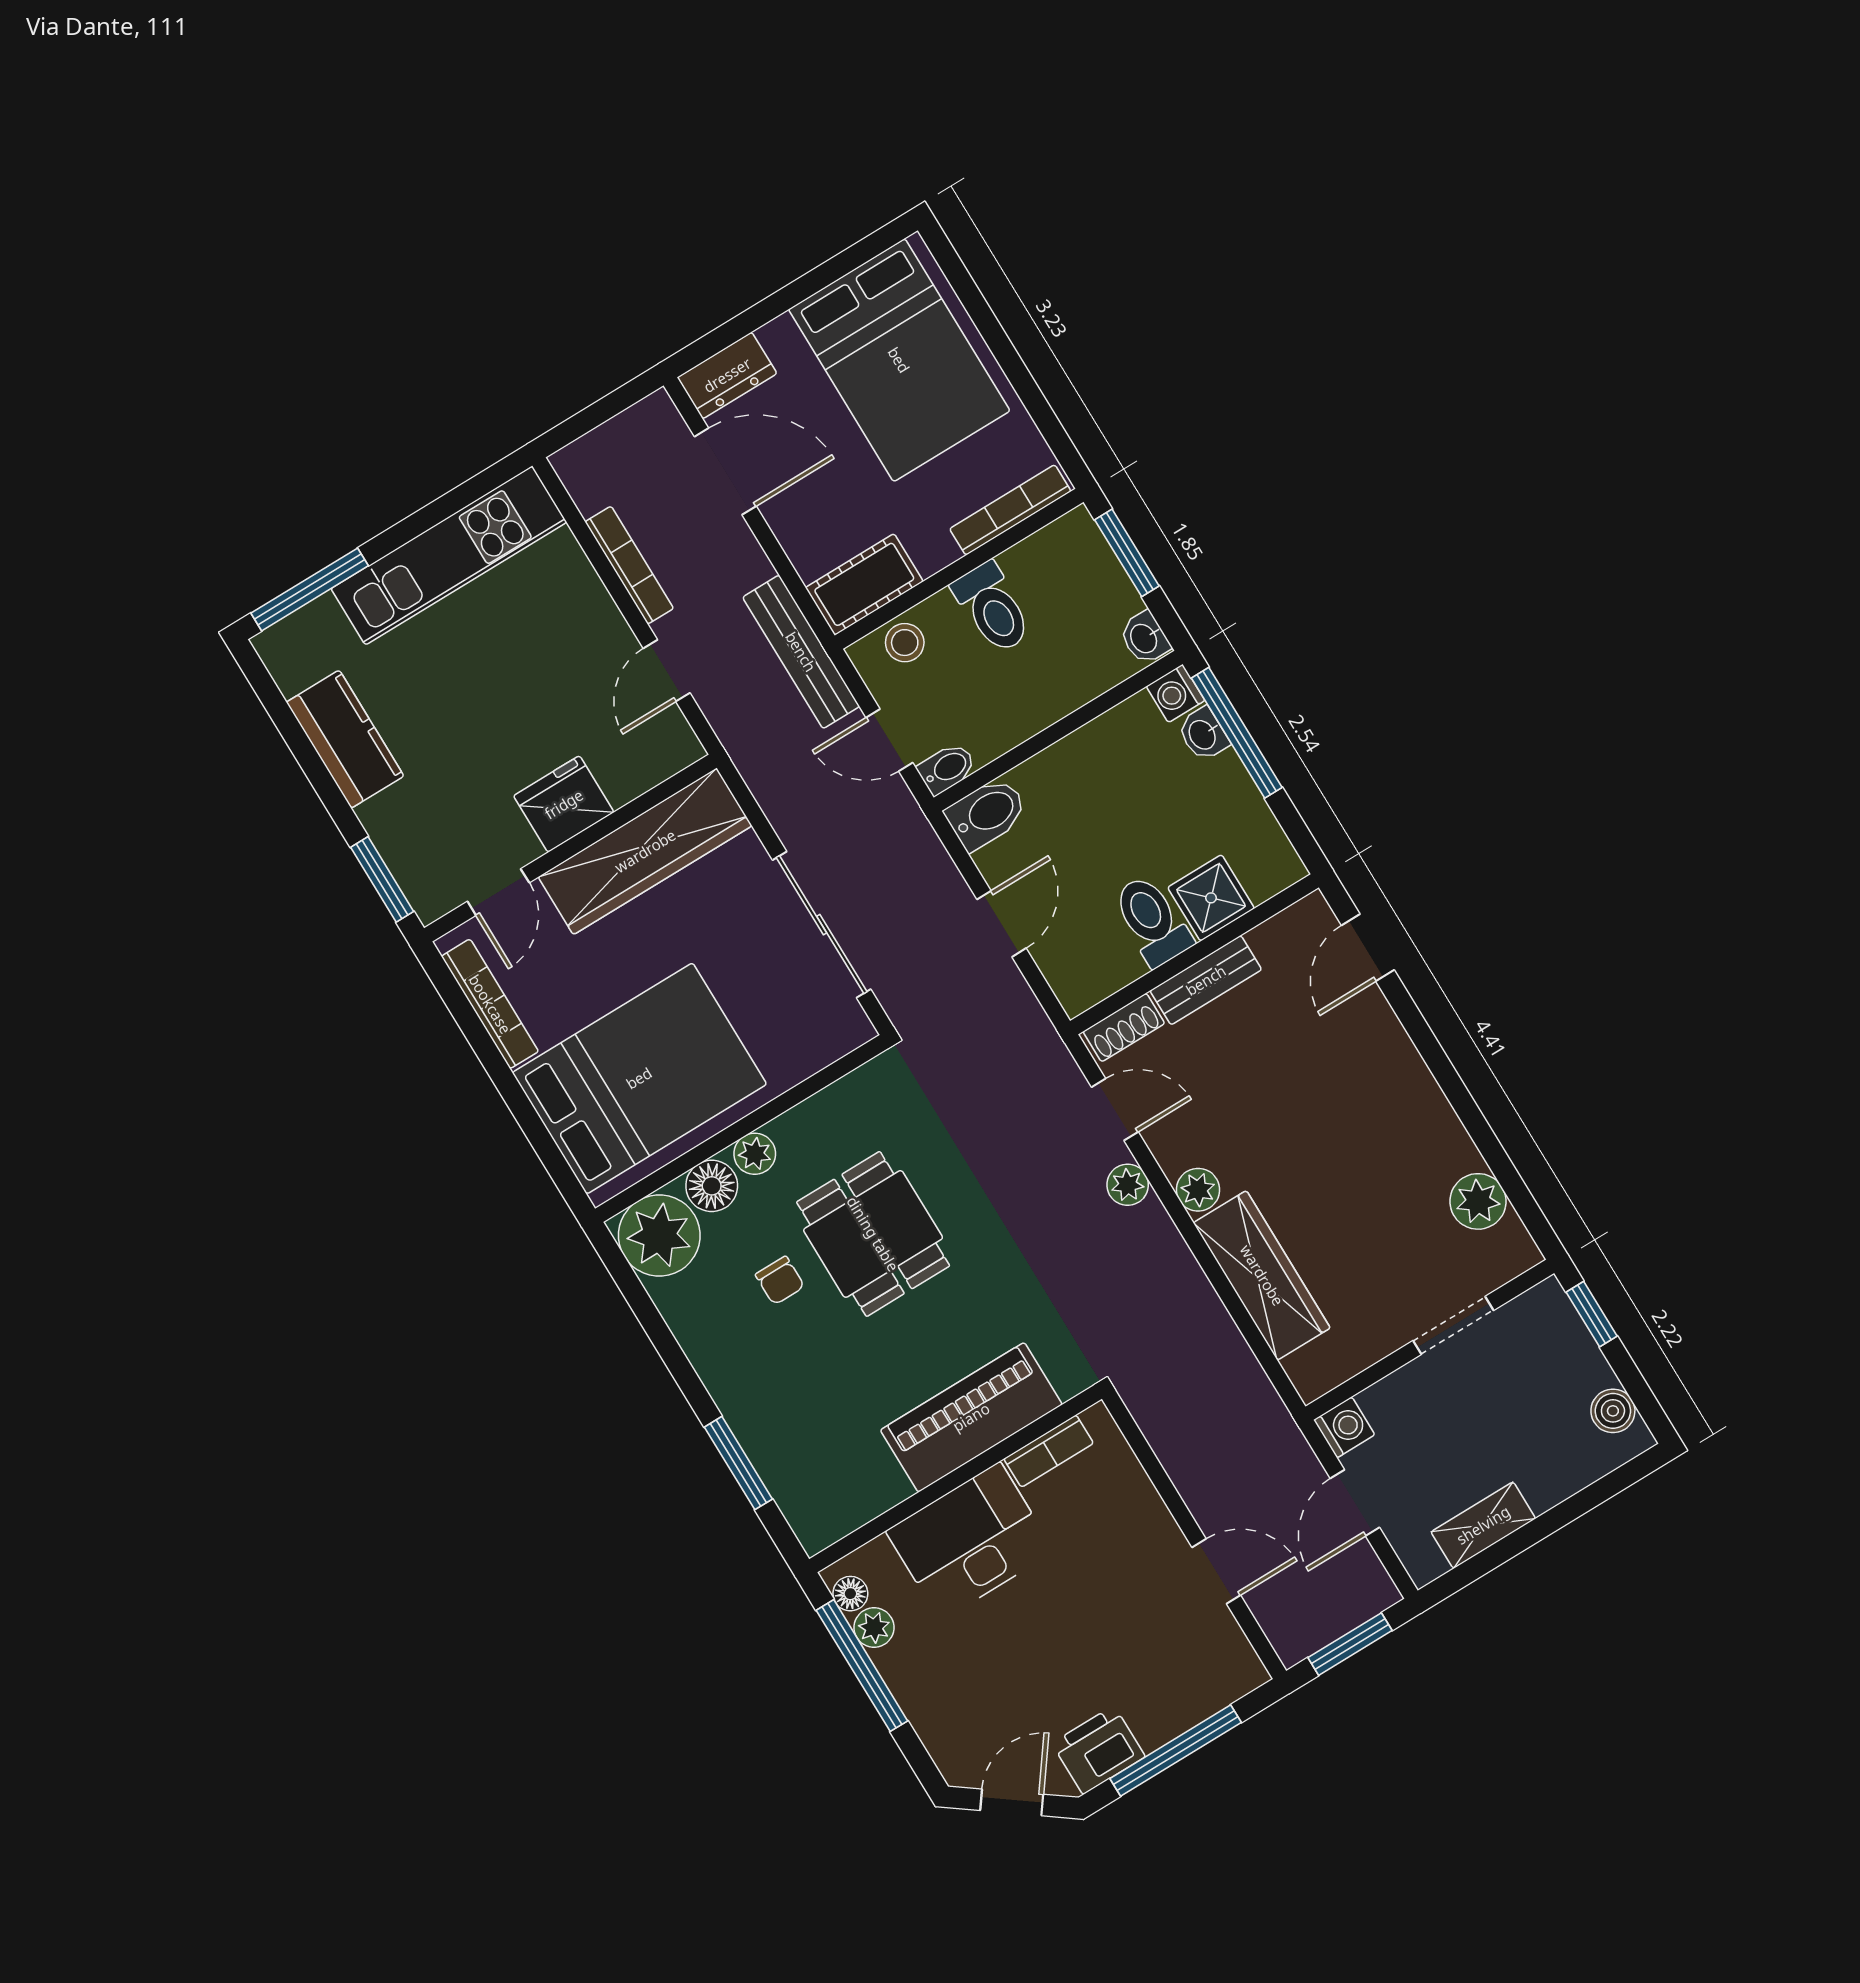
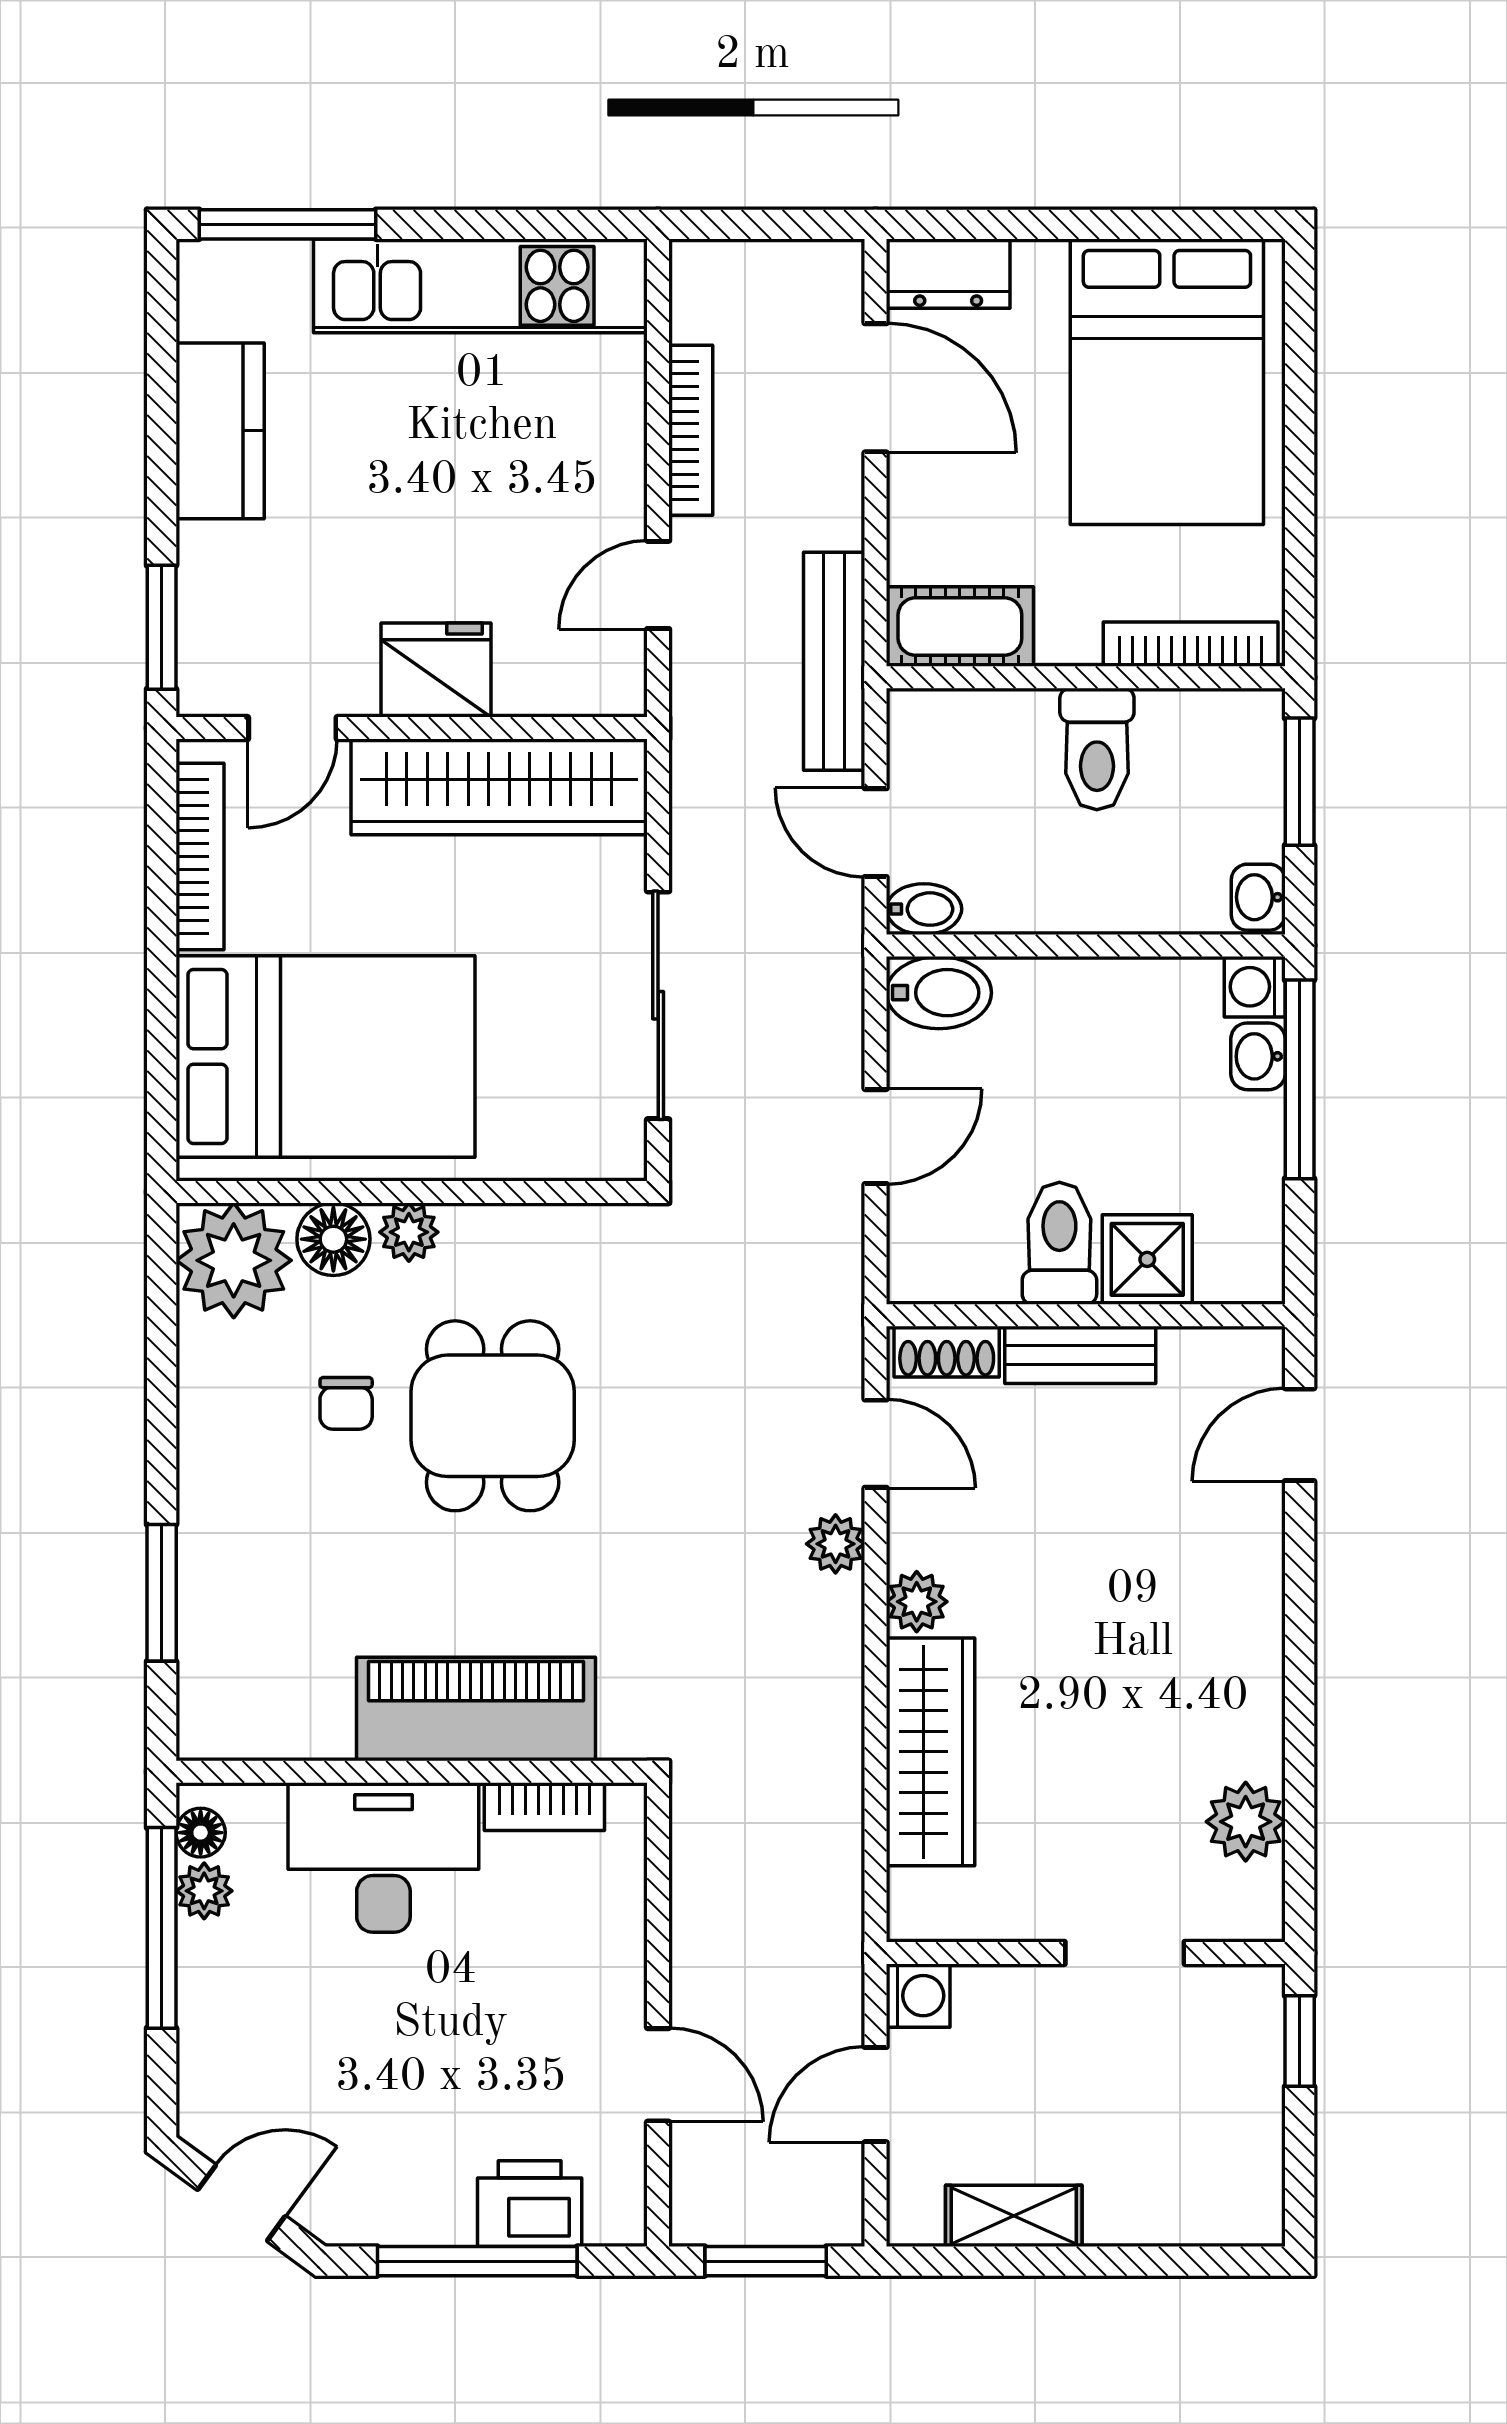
stool: (905, 643) -> (966, 726), removed
boiler: (1613, 1411) -> (1254, 2173), removed
printer: (1098, 1750) -> (530, 2204), moved

